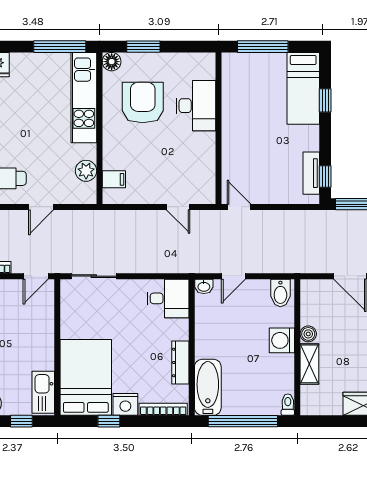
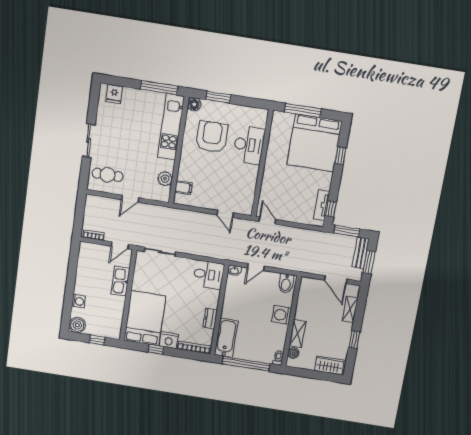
bed: (303, 88) -> (314, 143), width x2.04
boiler: (308, 334) -> (293, 353), moved
dresser: (180, 362) -> (210, 319), width x0.70
kitchen sink: (43, 392) -> (120, 281), moved

